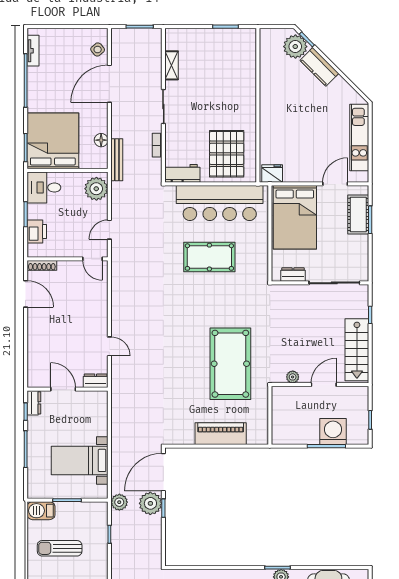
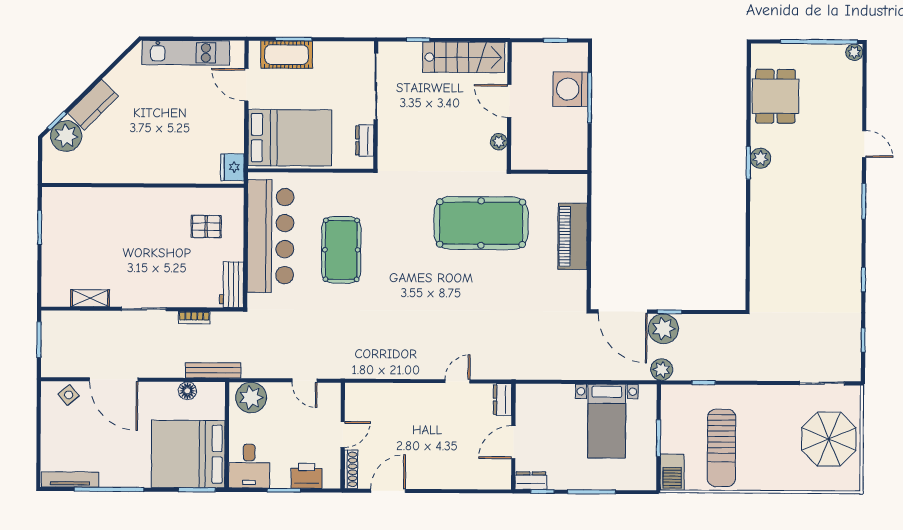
tv unit: (33, 51) -> (70, 479), width x1.41
pallet: (227, 154) -> (206, 227), width x0.49, depth x0.50
door: (93, 259) -> (343, 434), moved
sun lounger: (60, 548) -> (722, 448), width x1.36, depth x1.34

